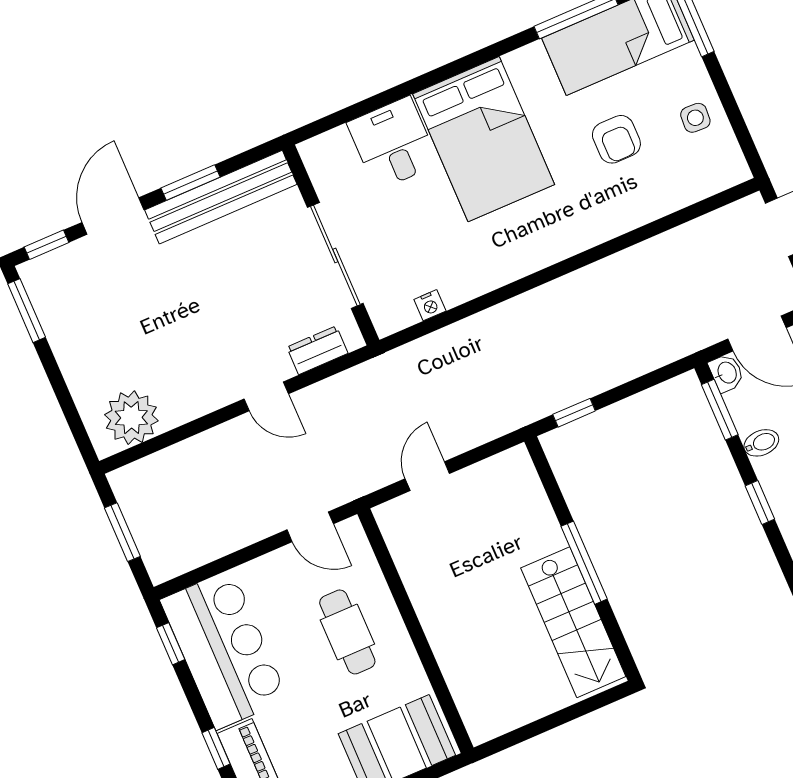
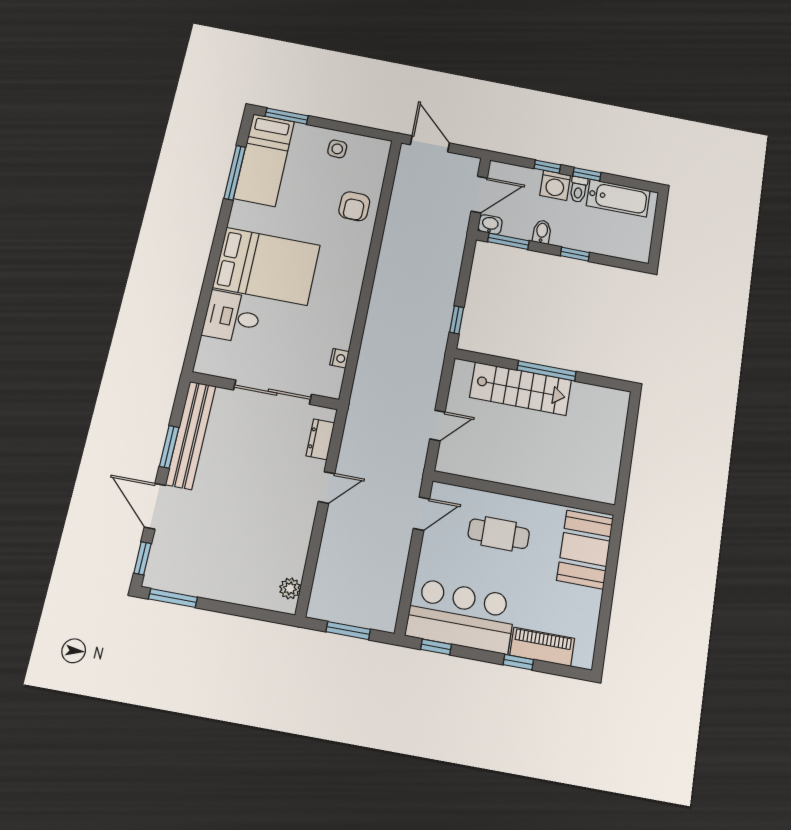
armchair: (616, 139) -> (354, 206), moved, turned 91
plant: (131, 418) -> (290, 588), width x0.53, depth x0.53
door: (427, 476) -> (437, 426), swing flipped
stairs: (573, 622) -> (521, 389), moved

